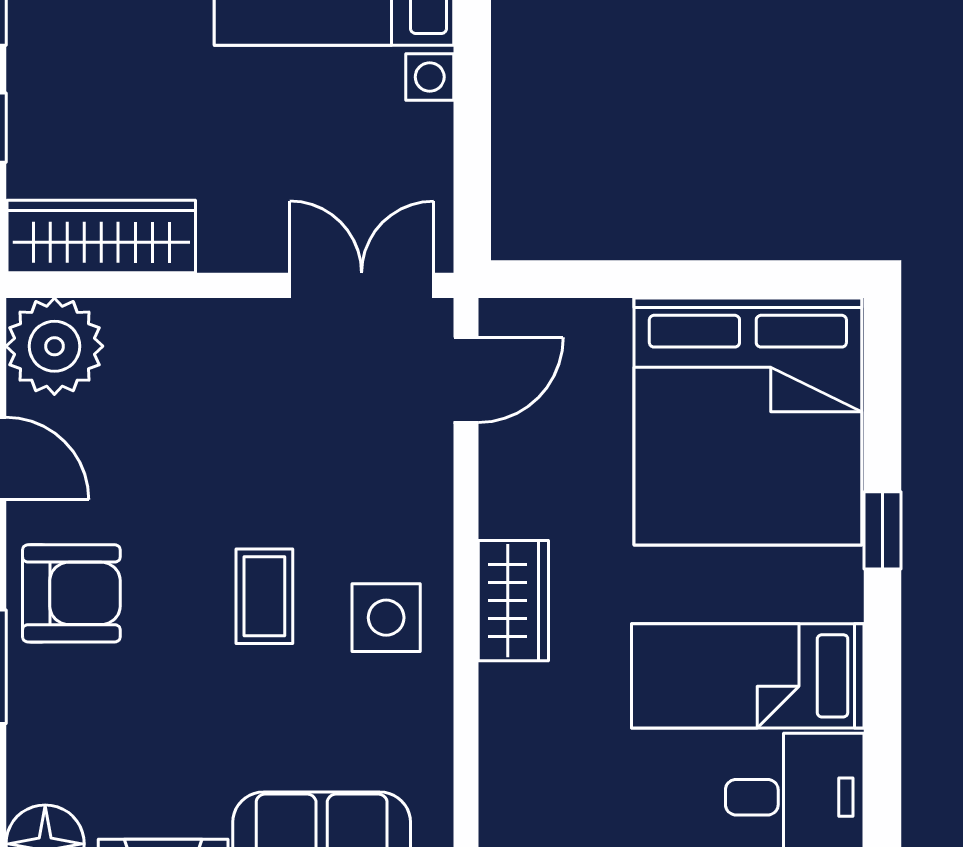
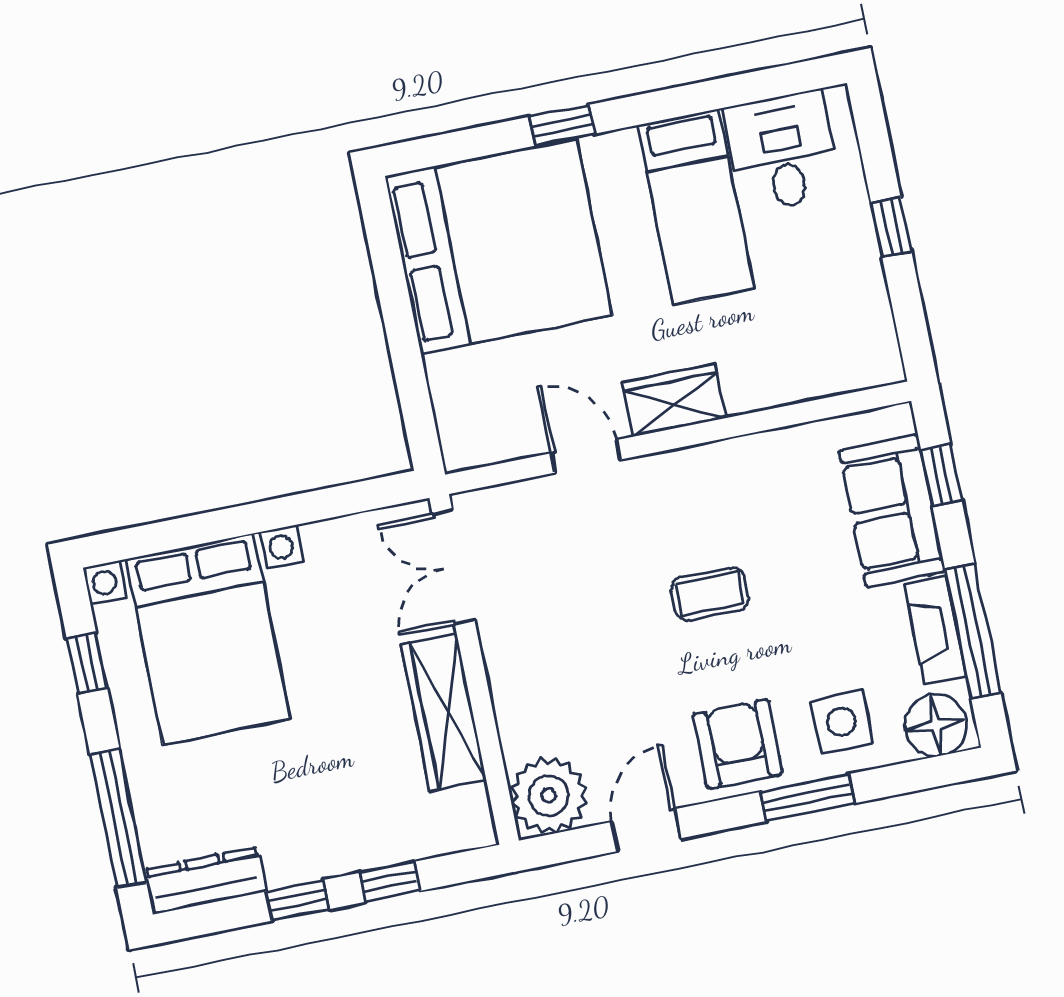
wardrobe: (101, 237) -> (444, 712), moved
door: (466, 380) -> (586, 456), moved
side table: (386, 618) -> (841, 722), moved

